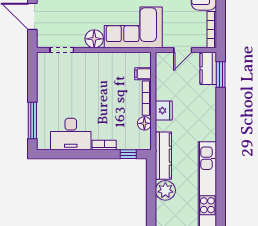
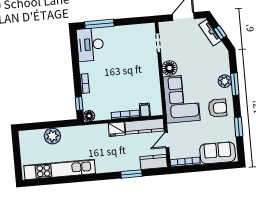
door: (183, 50) -> (167, 140), hinge flipped
window: (221, 75) -> (131, 174), moved
floor lamp: (144, 123) -> (89, 116), moved
desk: (71, 134) -> (90, 45), moved
kitchen counter: (163, 156) -> (145, 126), moved

